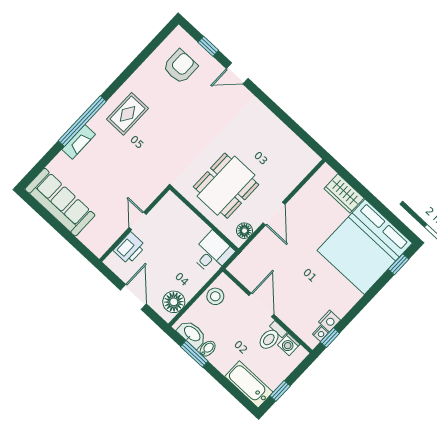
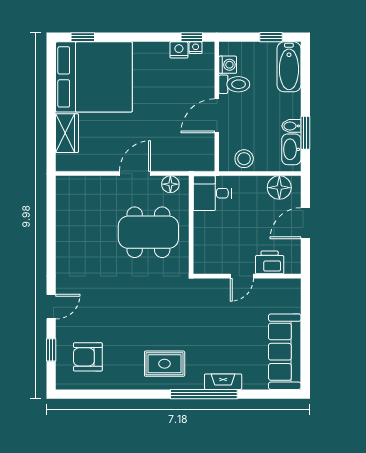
door: (237, 73) -> (51, 307), hinge flipped

